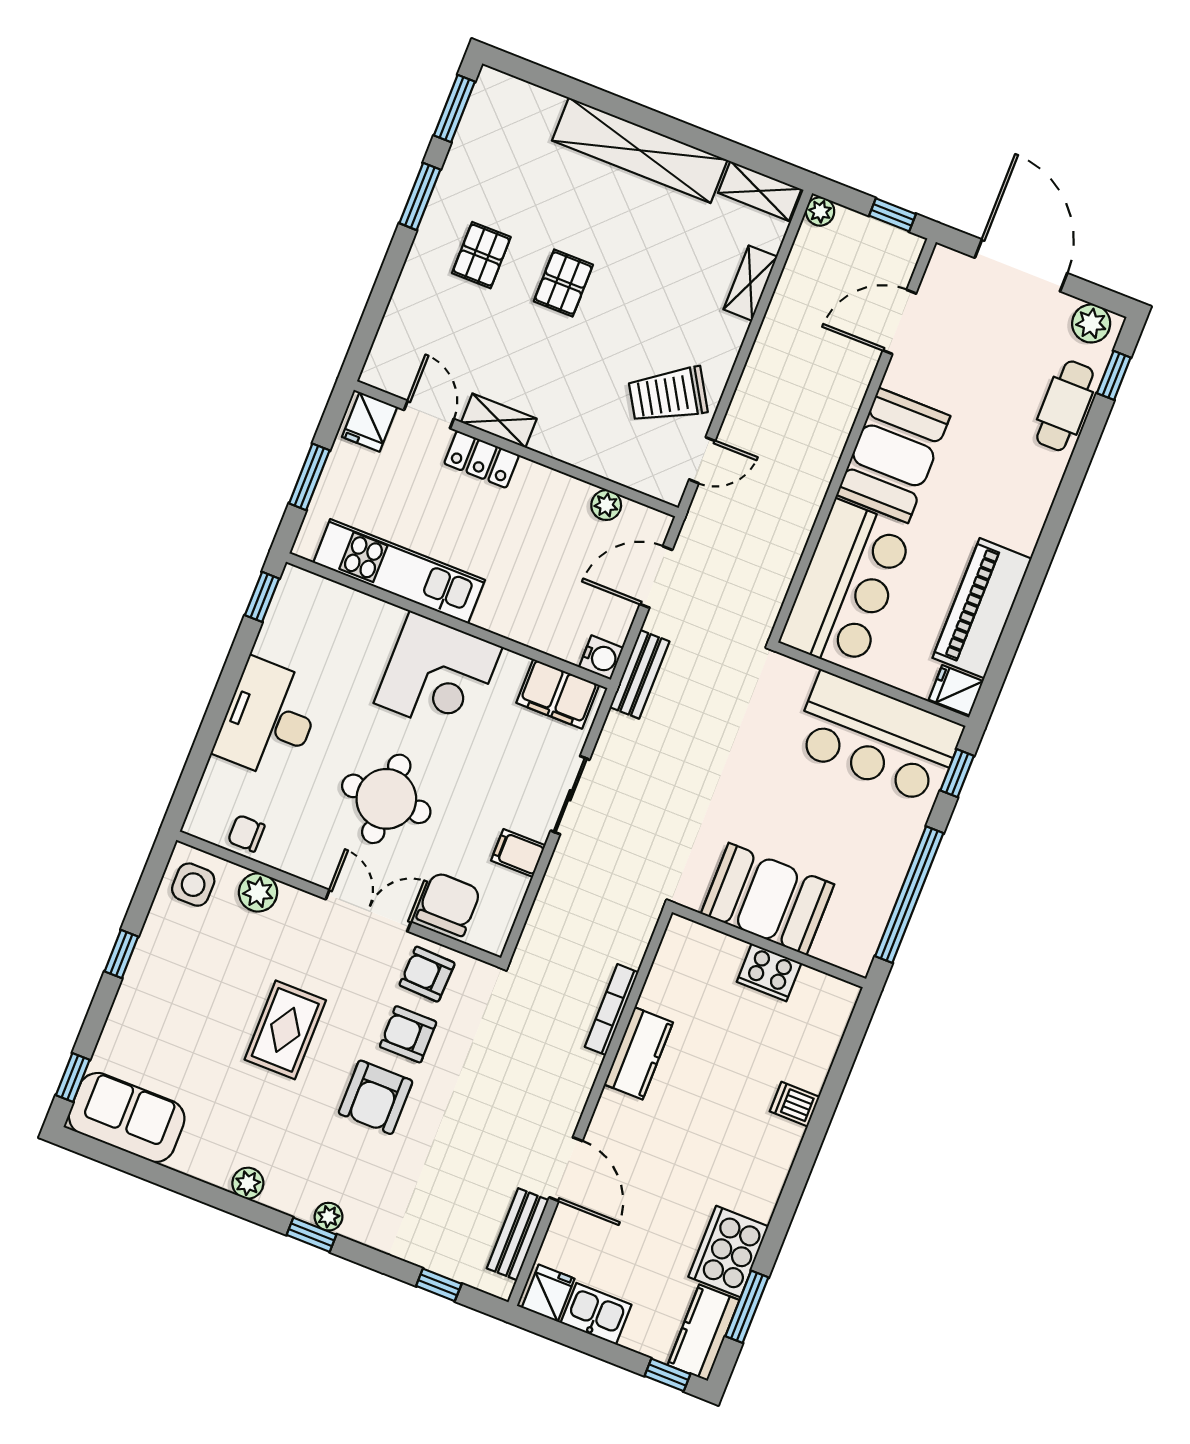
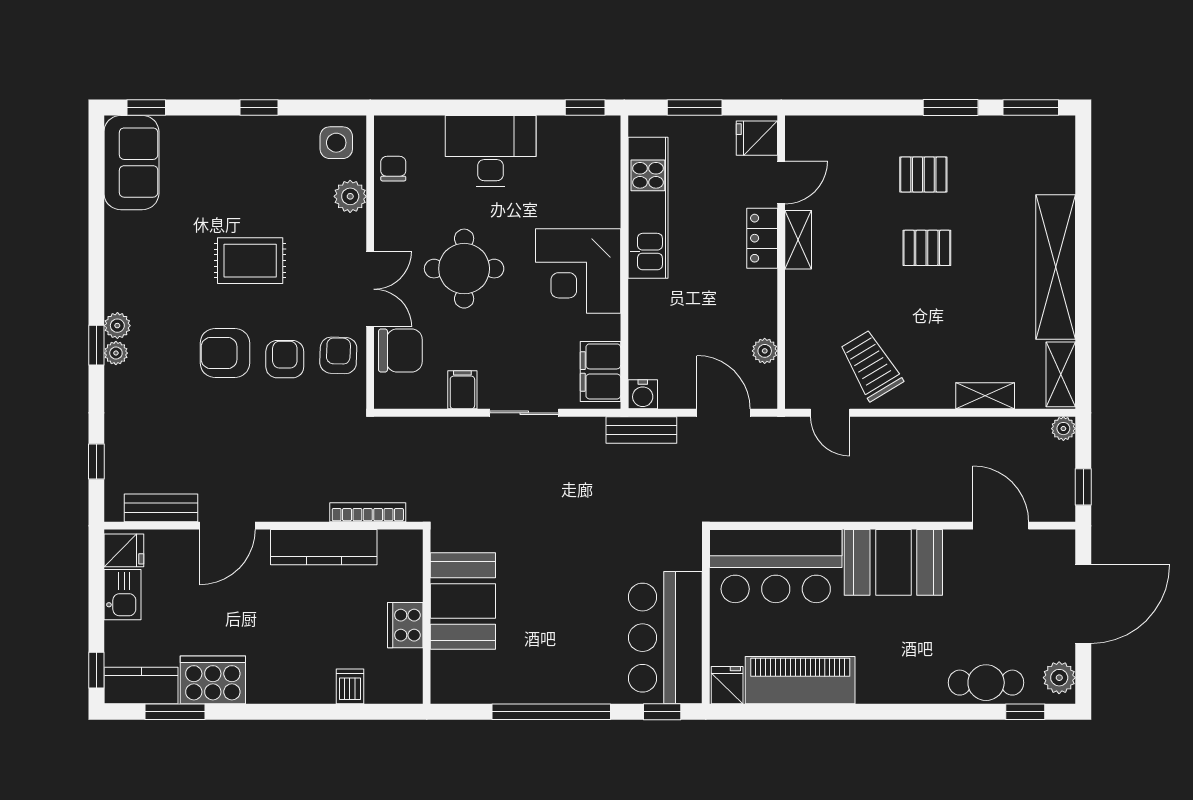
booth: (768, 899) -> (463, 601), moved
wall: (769, 945) -> (427, 617), moved
cooker: (769, 972) -> (405, 625), moved
kitchen counter: (638, 1053) -> (324, 547), width x1.50
plant: (248, 1183) -> (117, 326), moved

